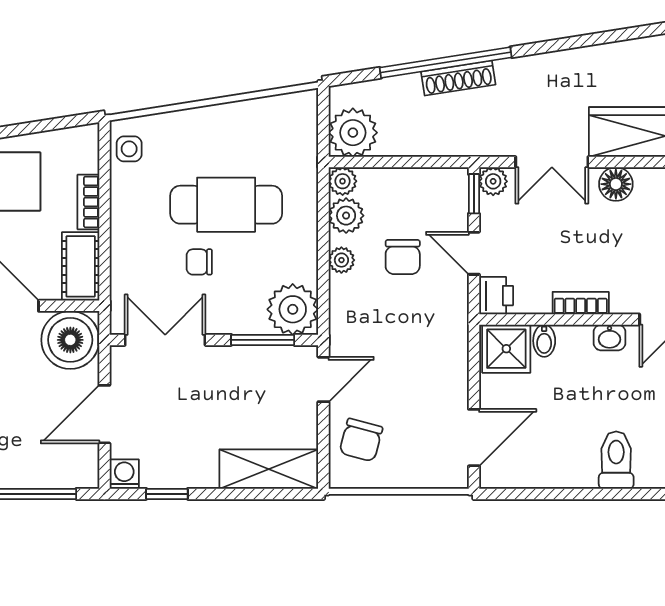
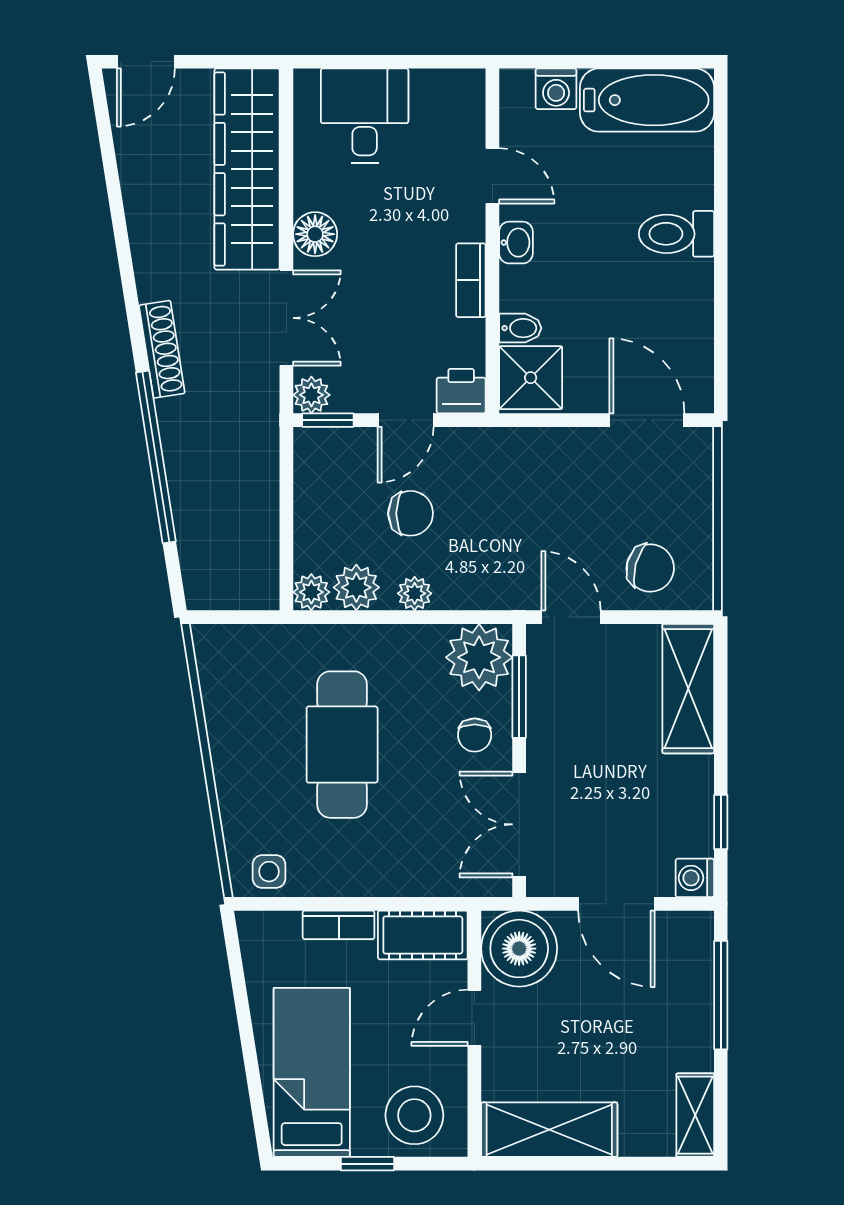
shoe rack: (458, 78) -> (162, 349), moved
plant: (353, 133) -> (248, 579), removed
chair: (199, 262) -> (475, 735), moved

